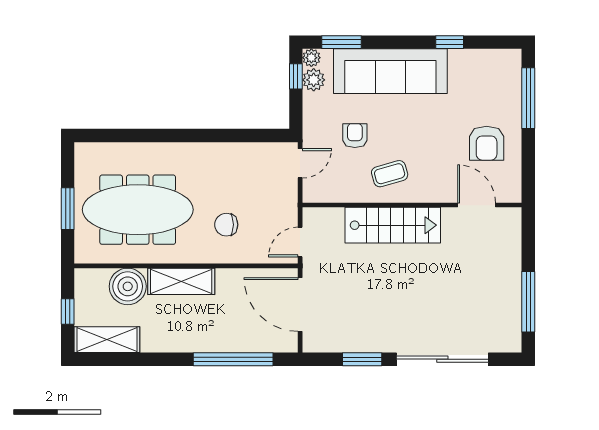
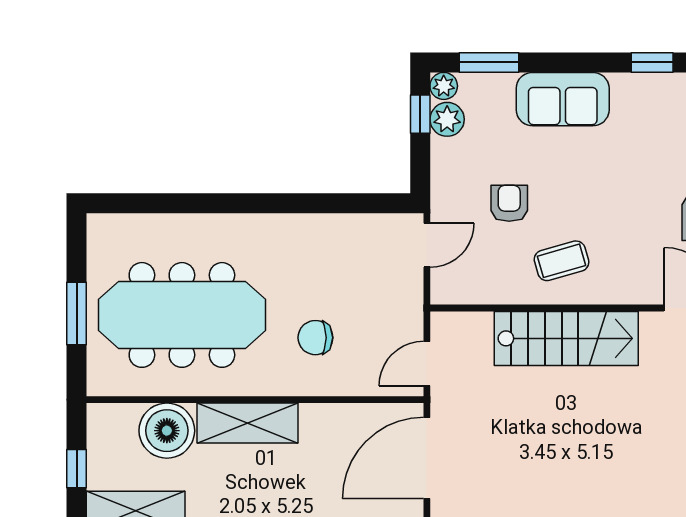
sofa: (390, 71) -> (563, 99), width x0.54, depth x0.79
door: (300, 305) -> (427, 458), hinge flipped

